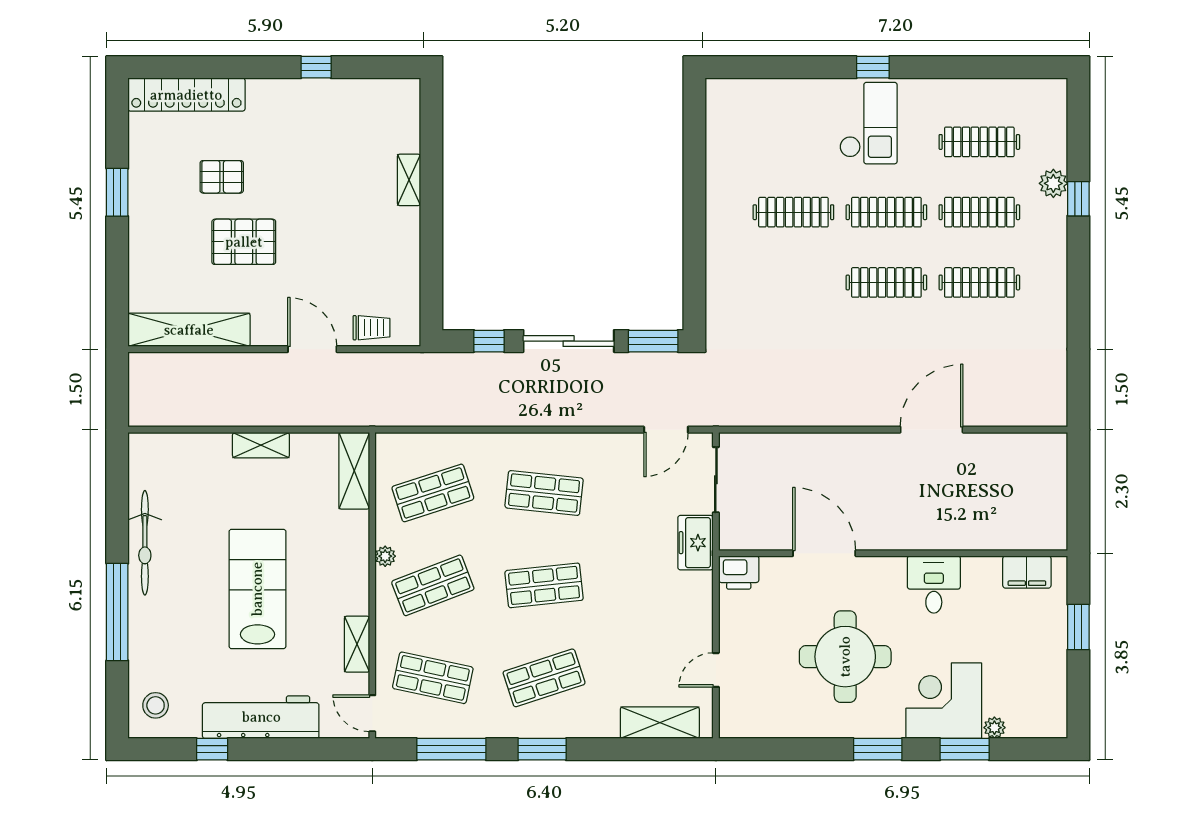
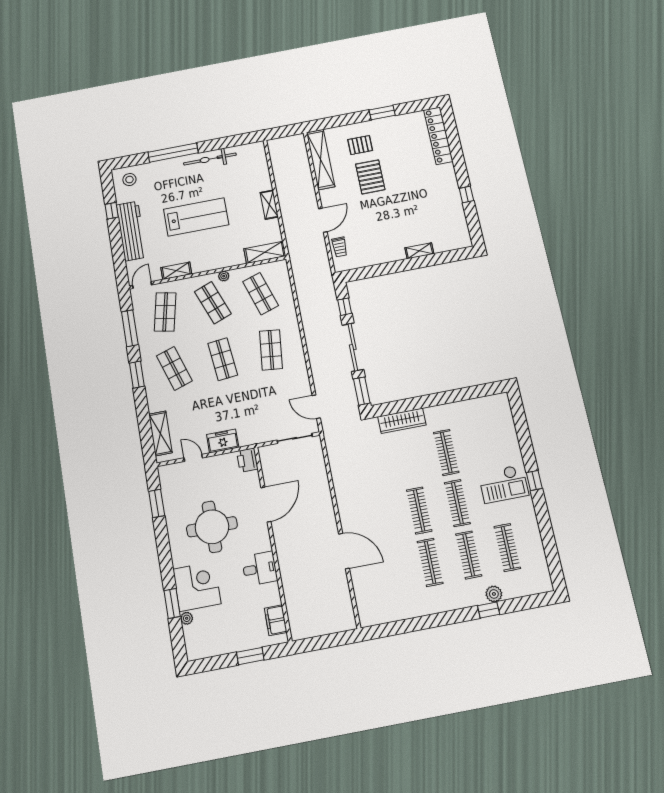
pallet: (222, 177) -> (360, 145), moved, turned 90
wardrobe: (721, 280) -> (402, 421), added
freezer: (696, 543) -> (223, 441), moved
window: (878, 749) -> (157, 503), moved

